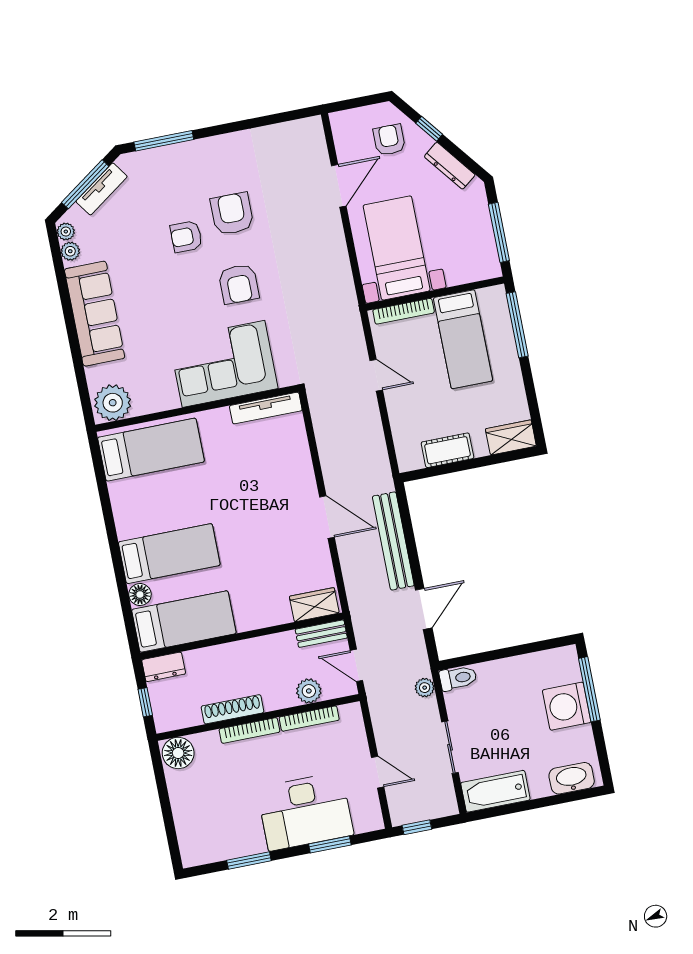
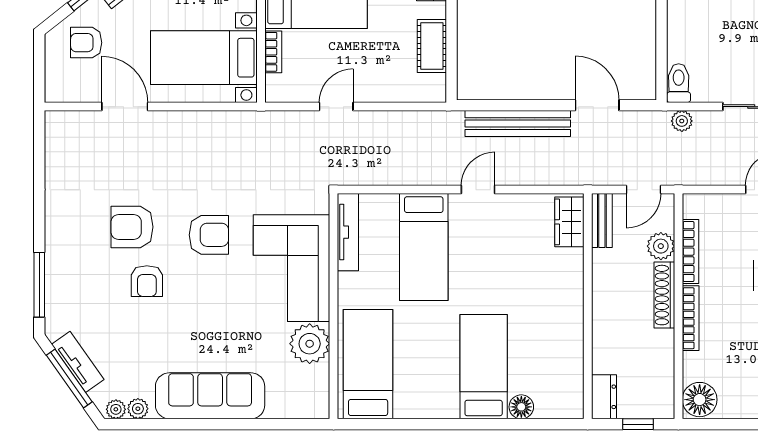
bookcase: (404, 311) -> (273, 52), width x0.64
plant: (113, 403) -> (310, 344), moved
door: (327, 517) -> (478, 190), width x0.73
bed: (184, 621) -> (424, 247), moved, turned 180
shoe rack: (233, 709) -> (664, 295), moved

